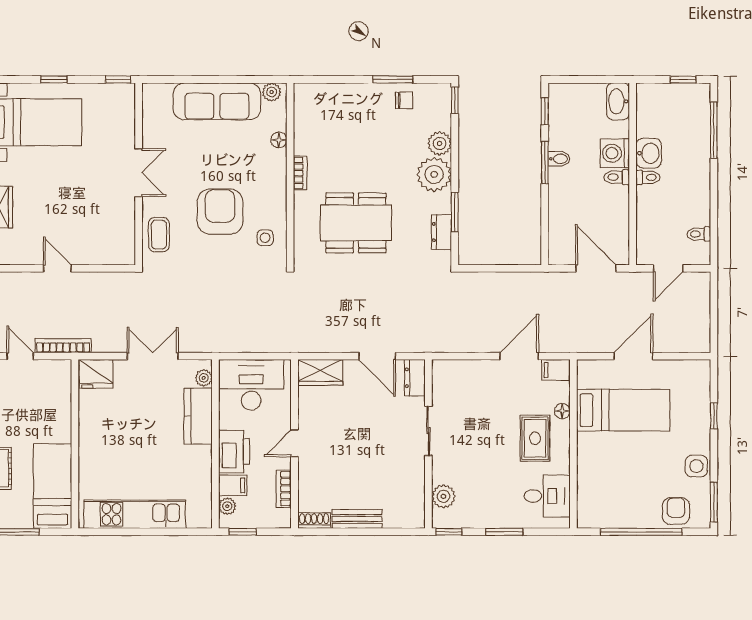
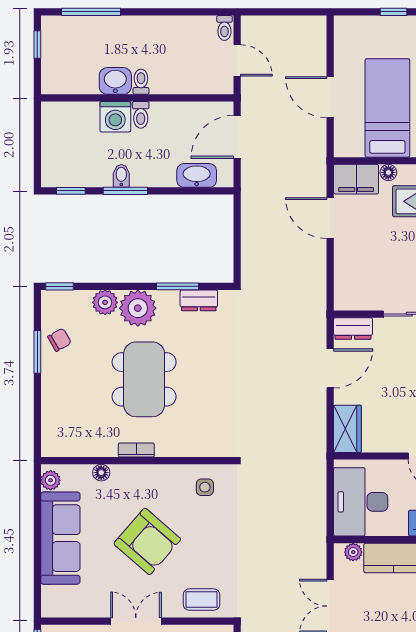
chair: (404, 100) -> (60, 340), turned 60
washbasin: (618, 101) -> (197, 175), moved, turned 180
armchair: (220, 212) -> (147, 541), moved, turned -139
dining table: (356, 223) -> (144, 379), moved
toilet: (699, 234) -> (224, 28), moved
filing cabinet: (556, 370) -> (356, 179), width x2.00

